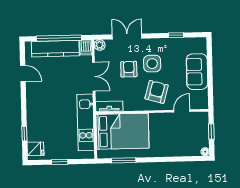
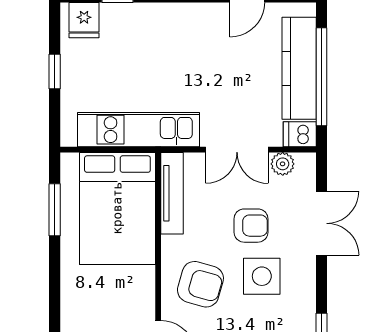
plant: (100, 45) -> (283, 164), moved
tv unit: (109, 106) -> (172, 193), width x1.41

